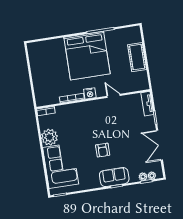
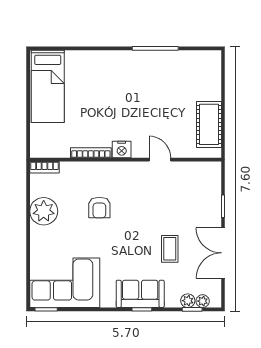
bed: (87, 56) -> (48, 86), moved, width x0.49
cot: (137, 57) -> (209, 124), moved
tv unit: (147, 104) -> (214, 181), removed
coffee table: (128, 148) -> (170, 249), added
armchair: (103, 150) -> (99, 207), moved
corner sofa: (61, 166) -> (65, 283), moved, turned -90

